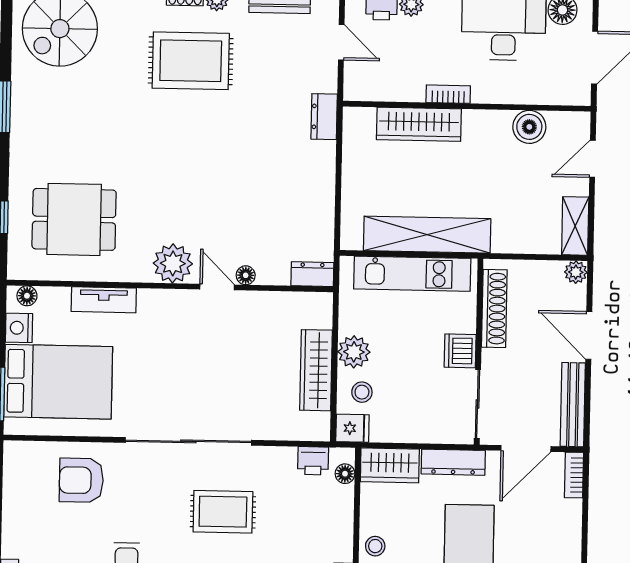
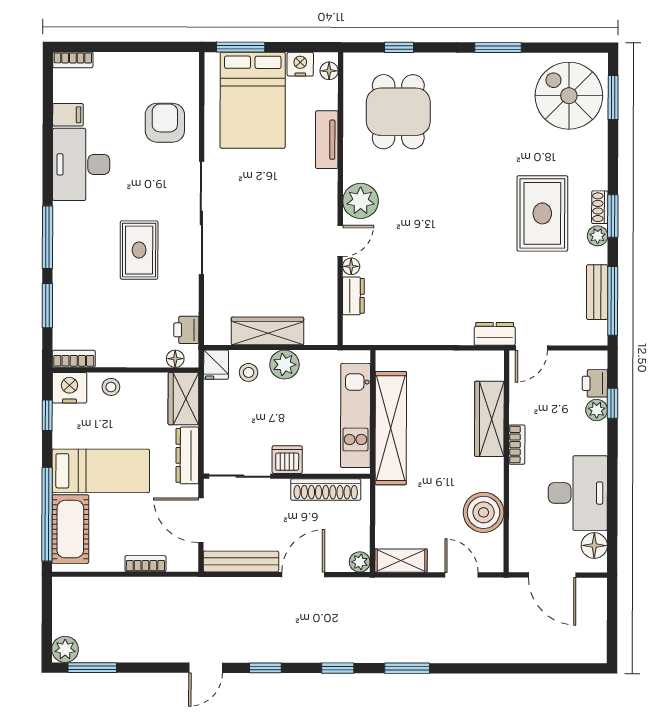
door: (341, 42) -> (531, 348), moved
boiler: (529, 127) -> (484, 512), width x1.37, depth x1.37
dresser: (312, 274) -> (353, 296), moved
bookcase: (574, 475) -> (145, 564), moved

